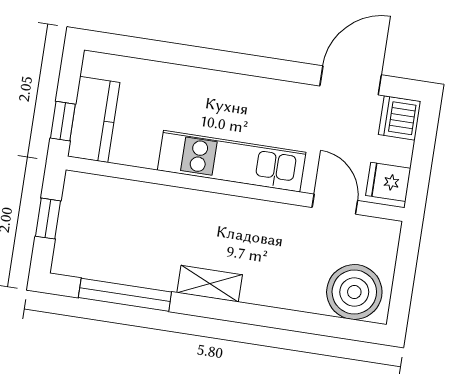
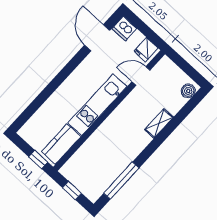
kitchen counter: (94, 119) -> (61, 144), moved, turned -90
shelving: (210, 284) -> (159, 123), moved
boiler: (354, 292) -> (188, 91), width x0.54, depth x0.54

